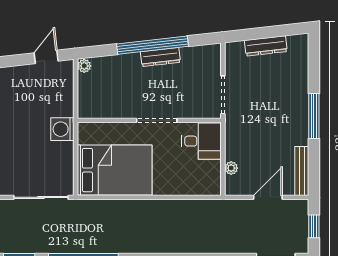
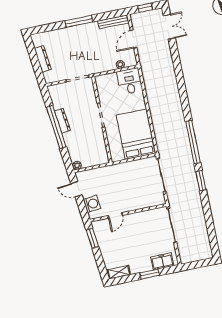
washing machine: (62, 129) -> (92, 204), moved, turned -96
desk: (201, 141) -> (130, 81), moved
door: (268, 197) -> (133, 39), hinge flipped

